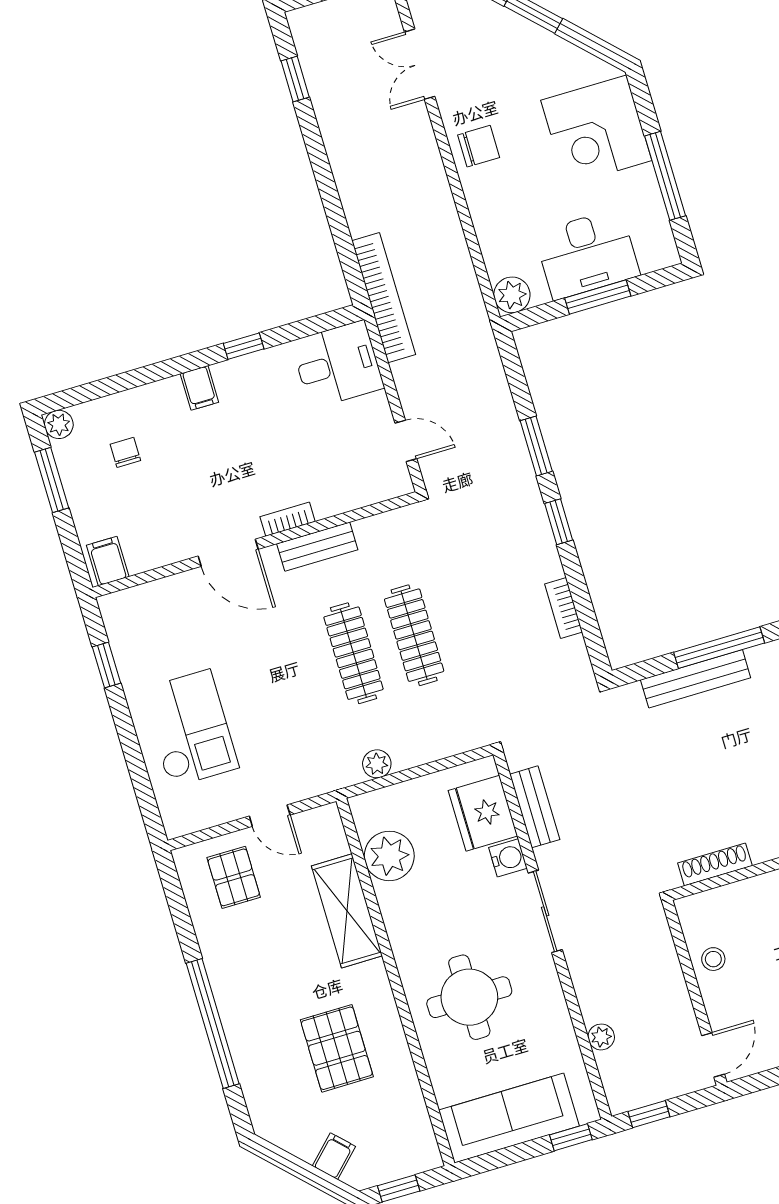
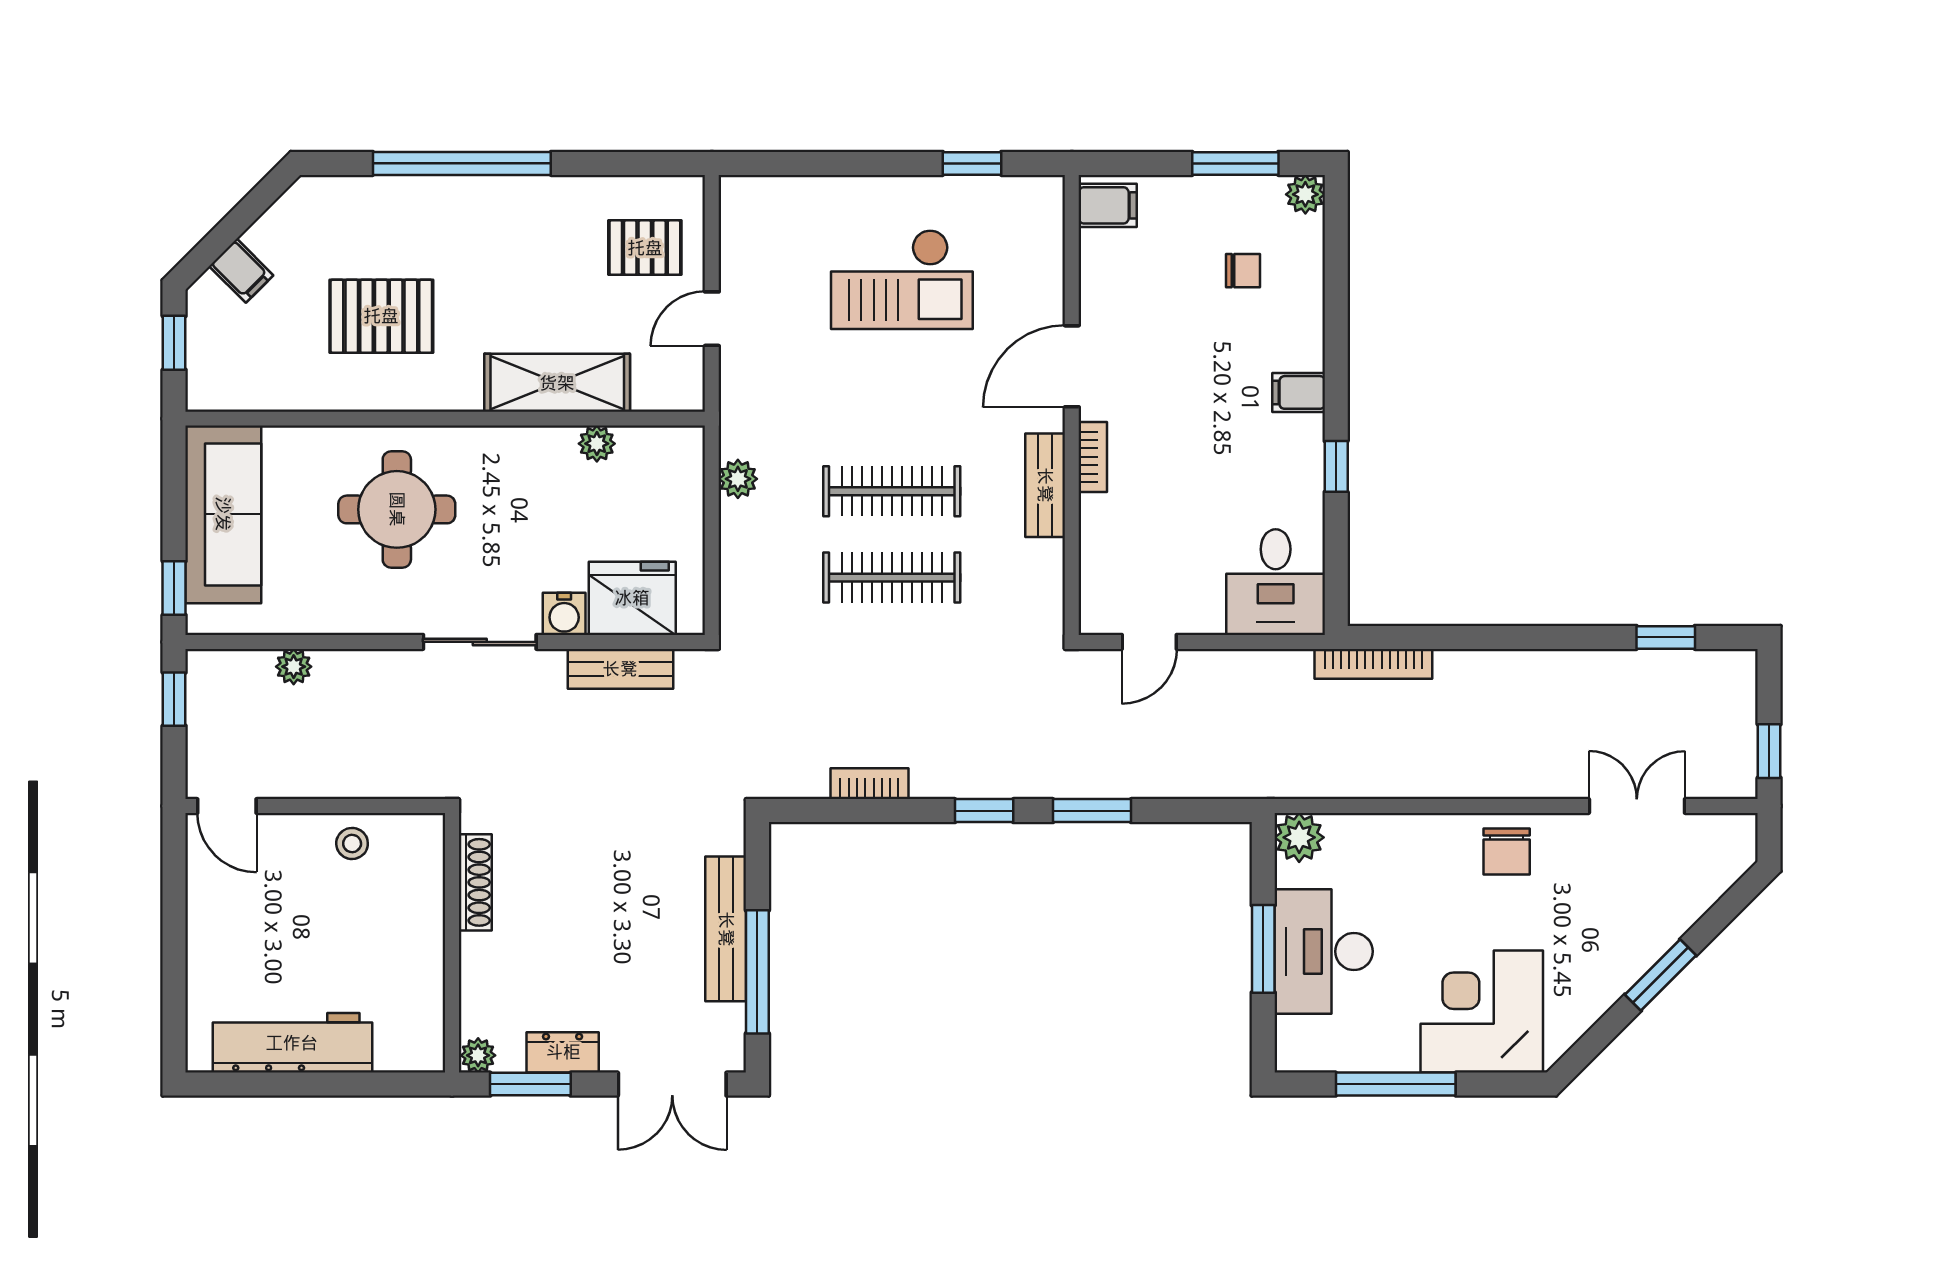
bookcase: (384, 298) -> (1373, 664), width x0.68, depth x0.76
checkout: (190, 729) -> (902, 279), moved
plant: (389, 856) -> (597, 444), width x0.53, depth x0.53

